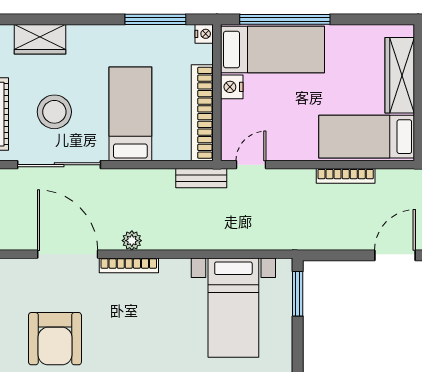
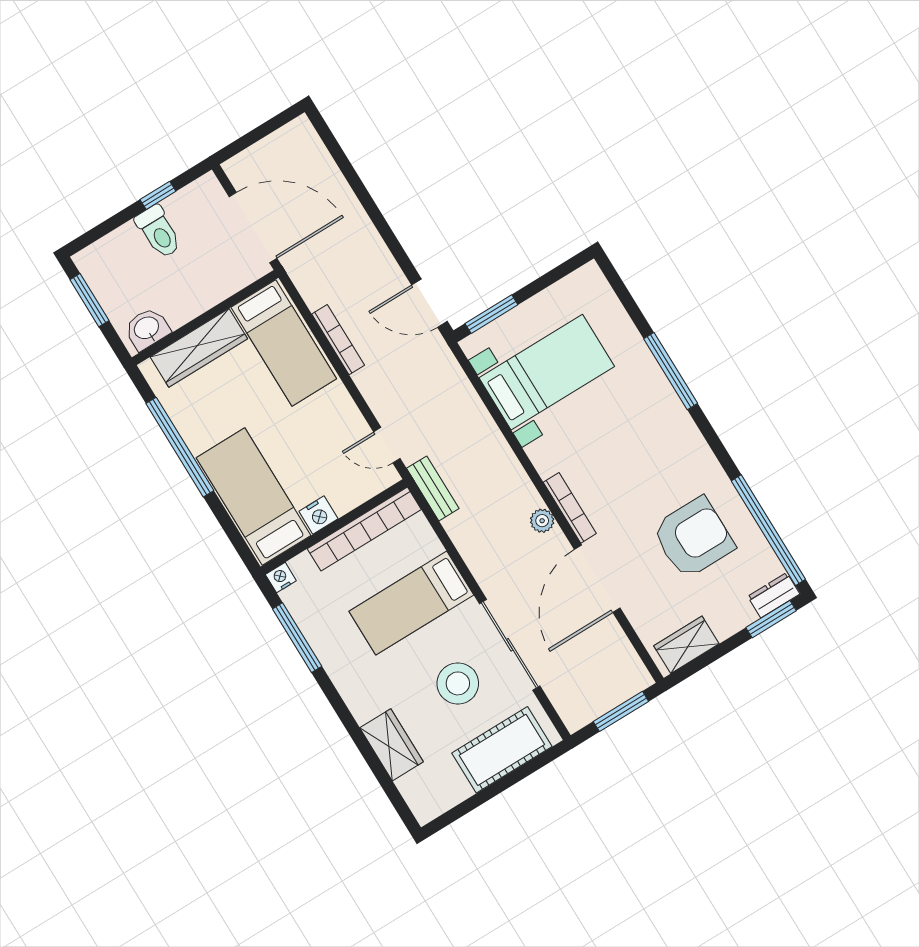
window: (285, 19) -> (180, 447), moved
door: (395, 255) -> (429, 303), moved

